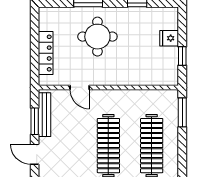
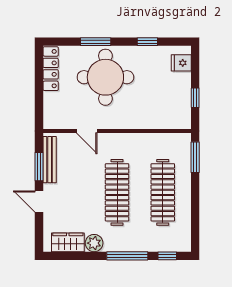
round table: (97, 37) -> (105, 77), width x1.36, depth x1.36
fridge: (169, 38) -> (181, 63), moved
locker: (46, 53) -> (51, 69), moved

